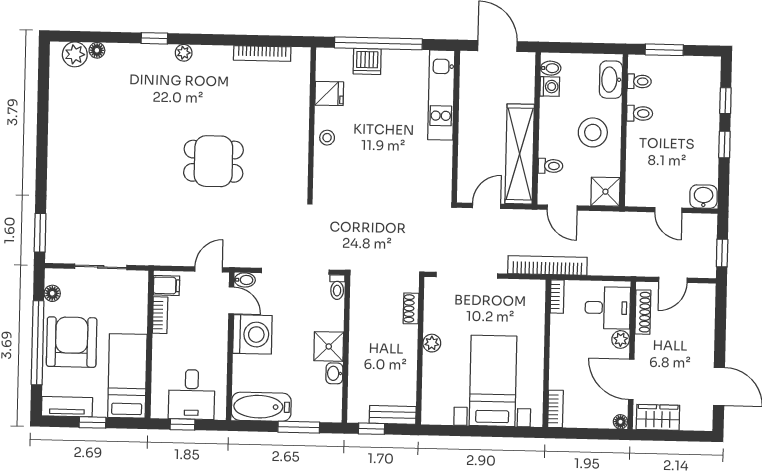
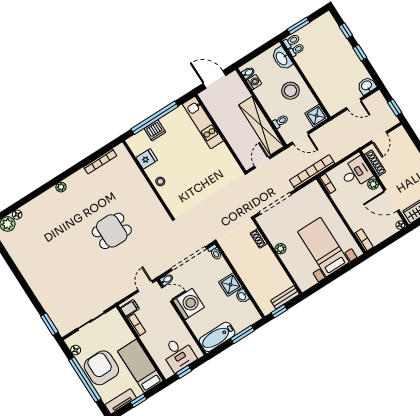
window: (154, 38) -> (42, 190), removed
toilet: (640, 113) -> (292, 41), moved

